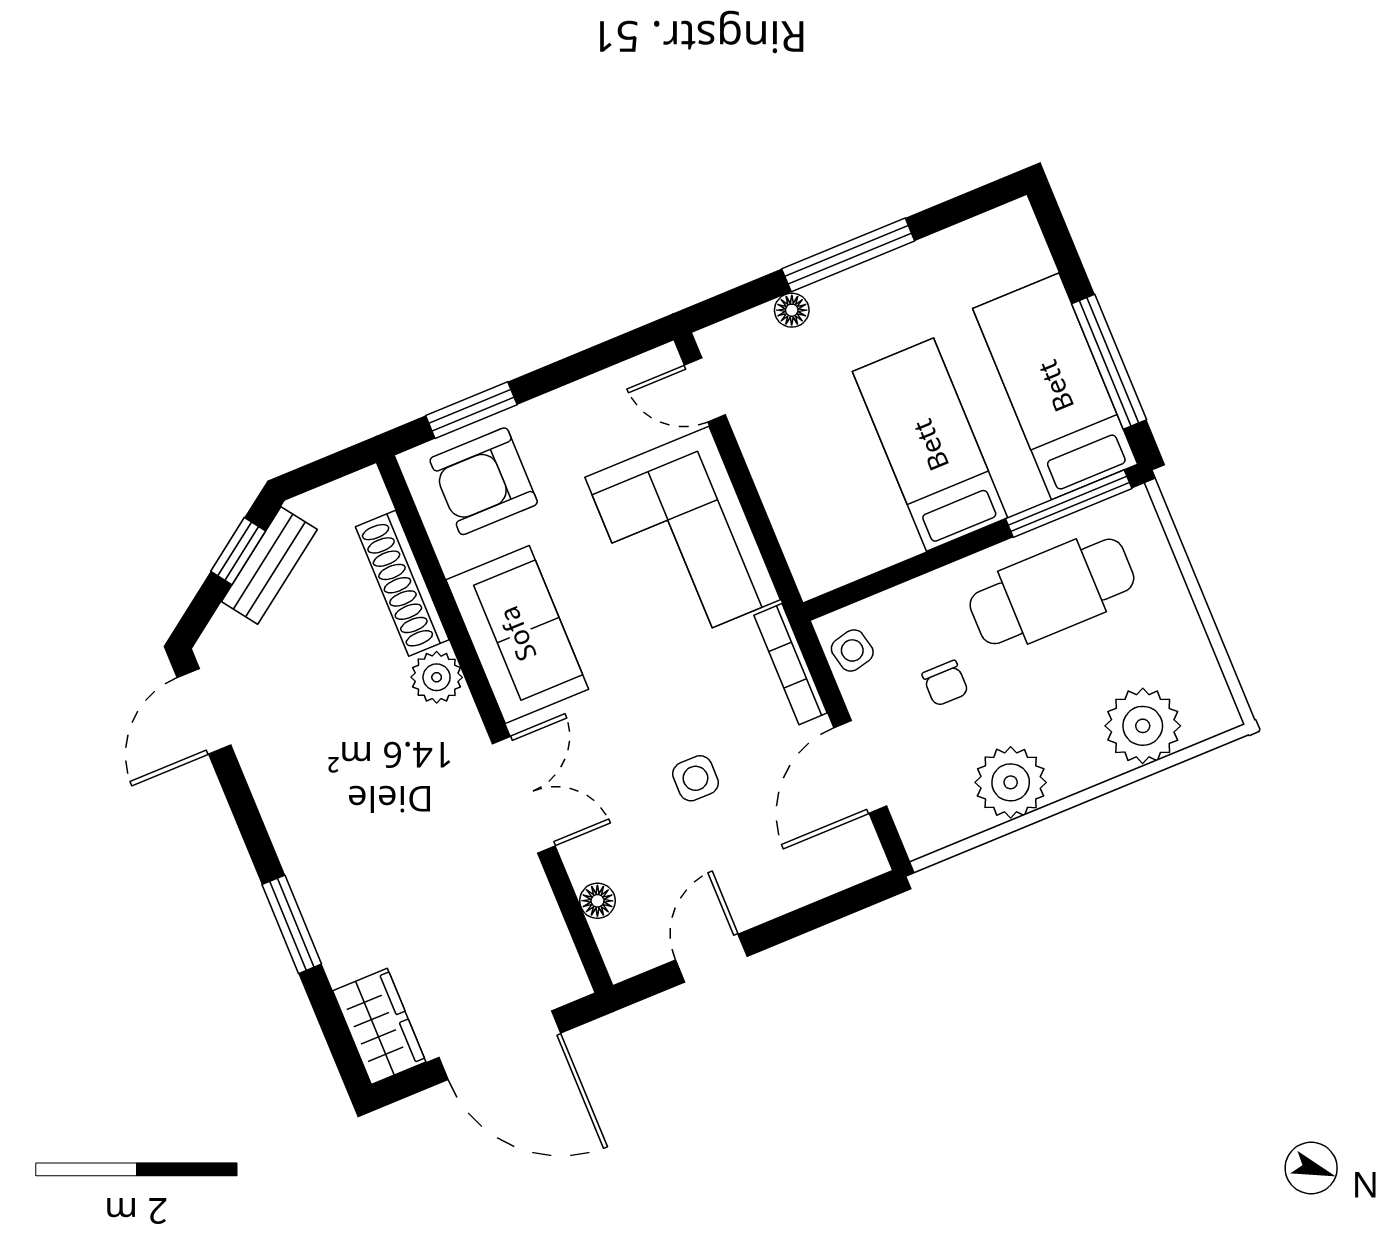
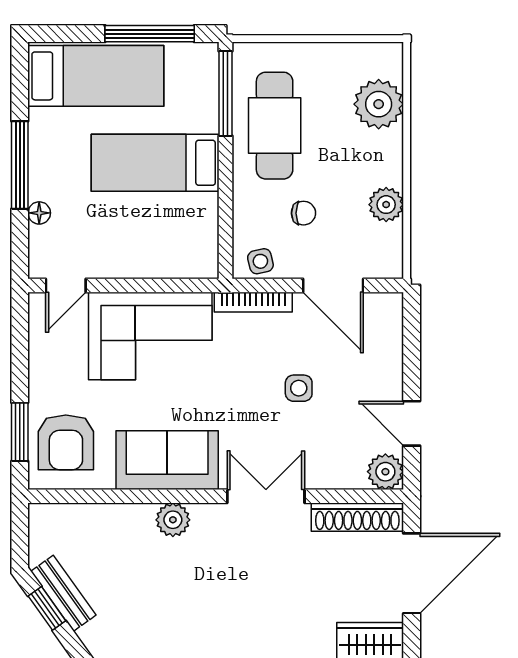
bed: (1055, 386) -> (96, 76), moved, turned 180
shoe rack: (402, 583) -> (357, 517), moved
plant: (1011, 782) -> (386, 205), width x0.73, depth x0.73
floor lamp: (597, 901) -> (348, 478), removed
plant: (628, 949) -> (385, 472), added

